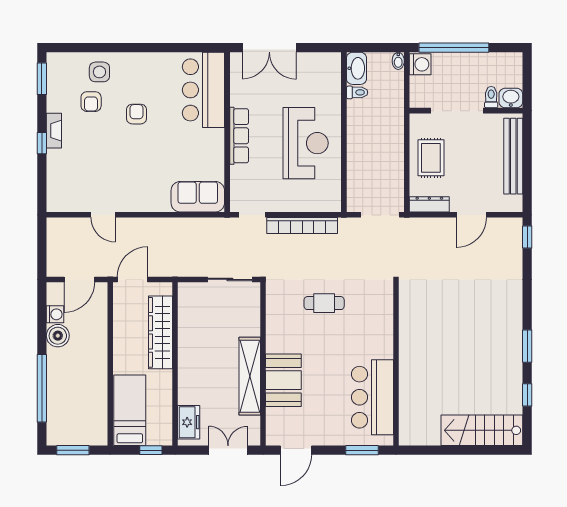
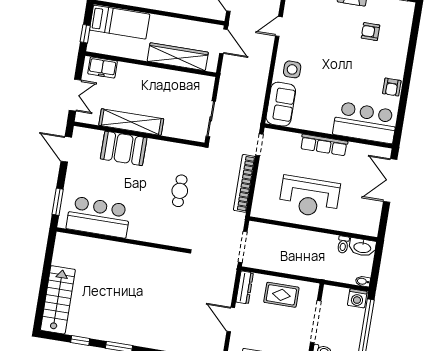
side table: (99, 72) -> (292, 69), moved
armchair: (137, 114) -> (392, 87), moved, turned 90

